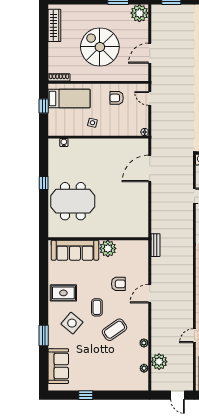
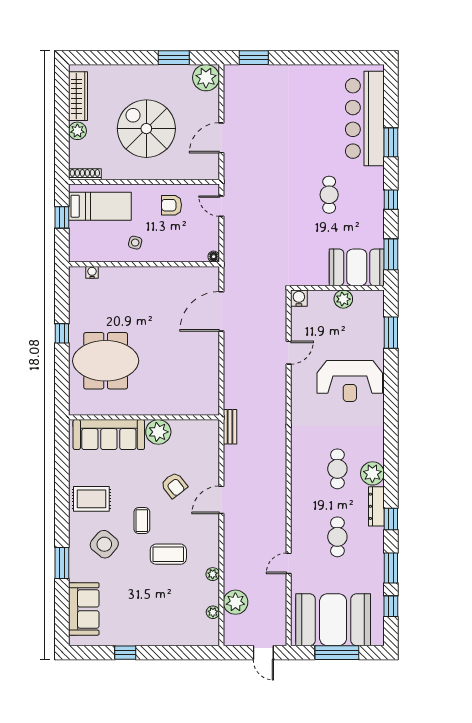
plant: (54, 48) -> (77, 131), added
armchair: (118, 284) -> (174, 485), turned 52
coffee table: (114, 330) -> (168, 554), turned 35

